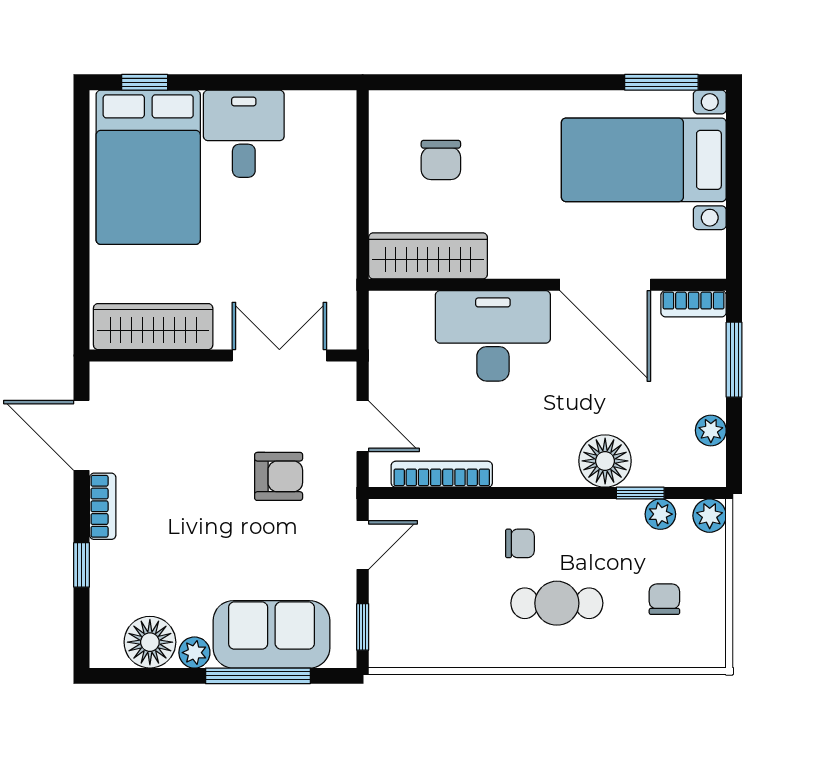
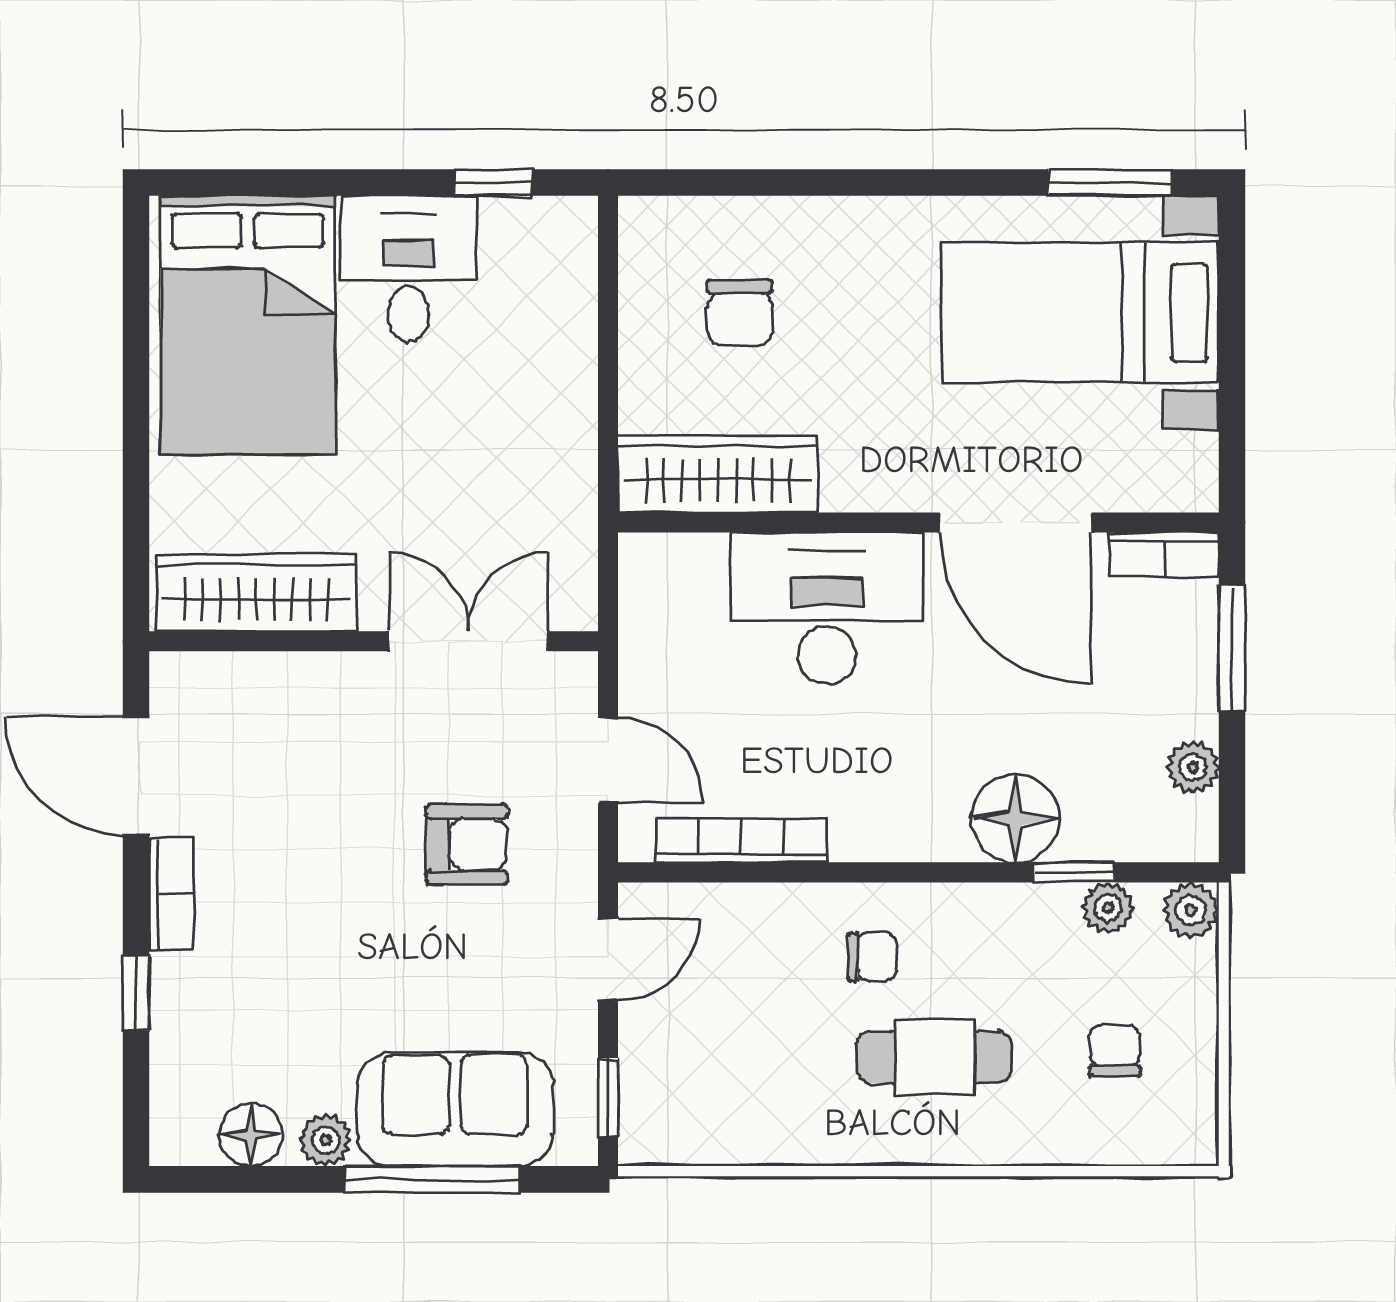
window: (145, 82) -> (493, 182), moved
floor lamp: (150, 642) -> (251, 1135), width x0.73, depth x0.73

